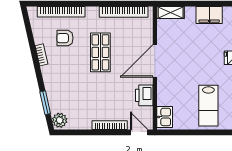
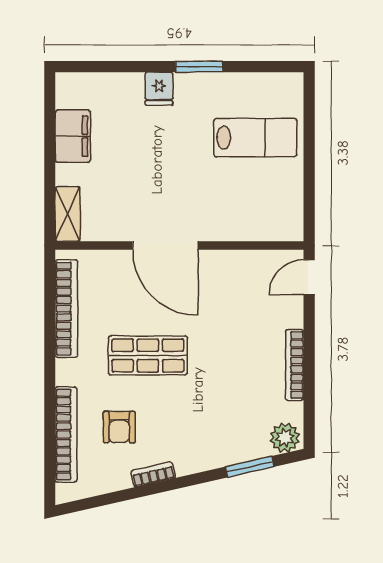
printer: (144, 95) -> (235, 267), removed
kitchen sink: (165, 117) -> (278, 226), removed
bookcase: (110, 125) -> (295, 365), moved

